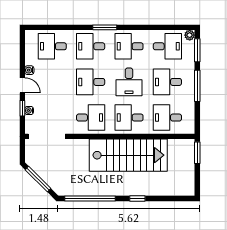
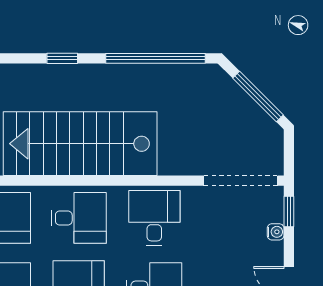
window: (22, 108) -> (289, 212), moved
desk: (91, 118) -> (154, 218), turned 90

